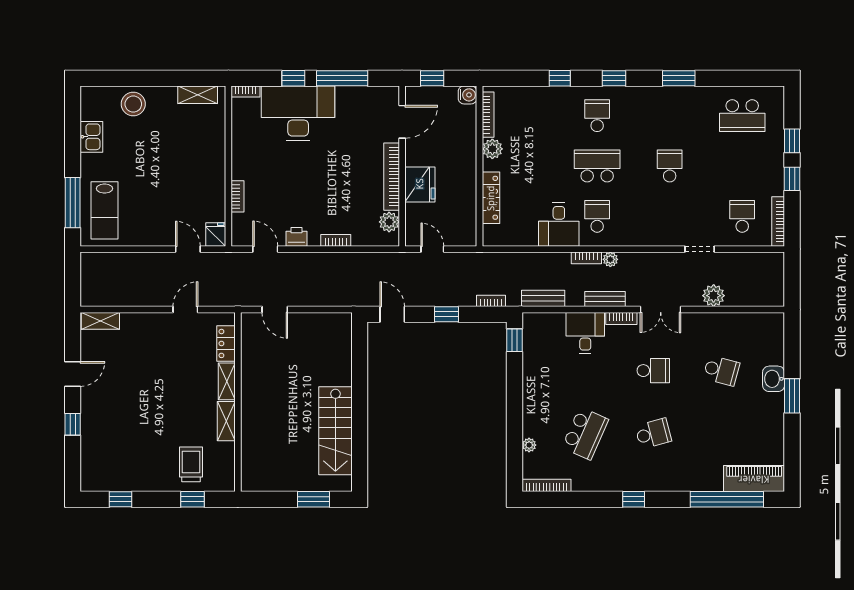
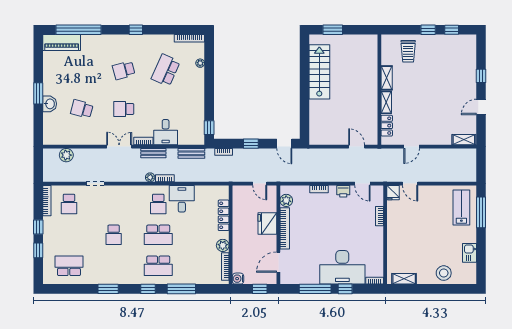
window: (560, 78) -> (181, 289), width x2.17
school desk: (597, 116) -> (158, 266), width x1.85
plant: (714, 296) -> (66, 155), moved
window: (192, 499) -> (428, 30), moved

